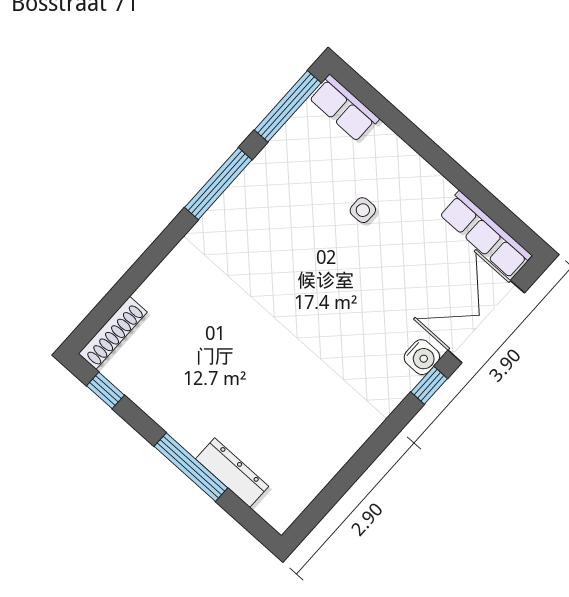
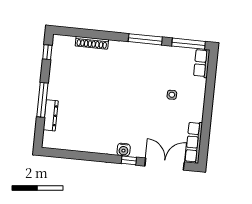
shoe rack: (113, 333) -> (92, 43), moved
water cooler: (422, 357) -> (124, 150), moved

